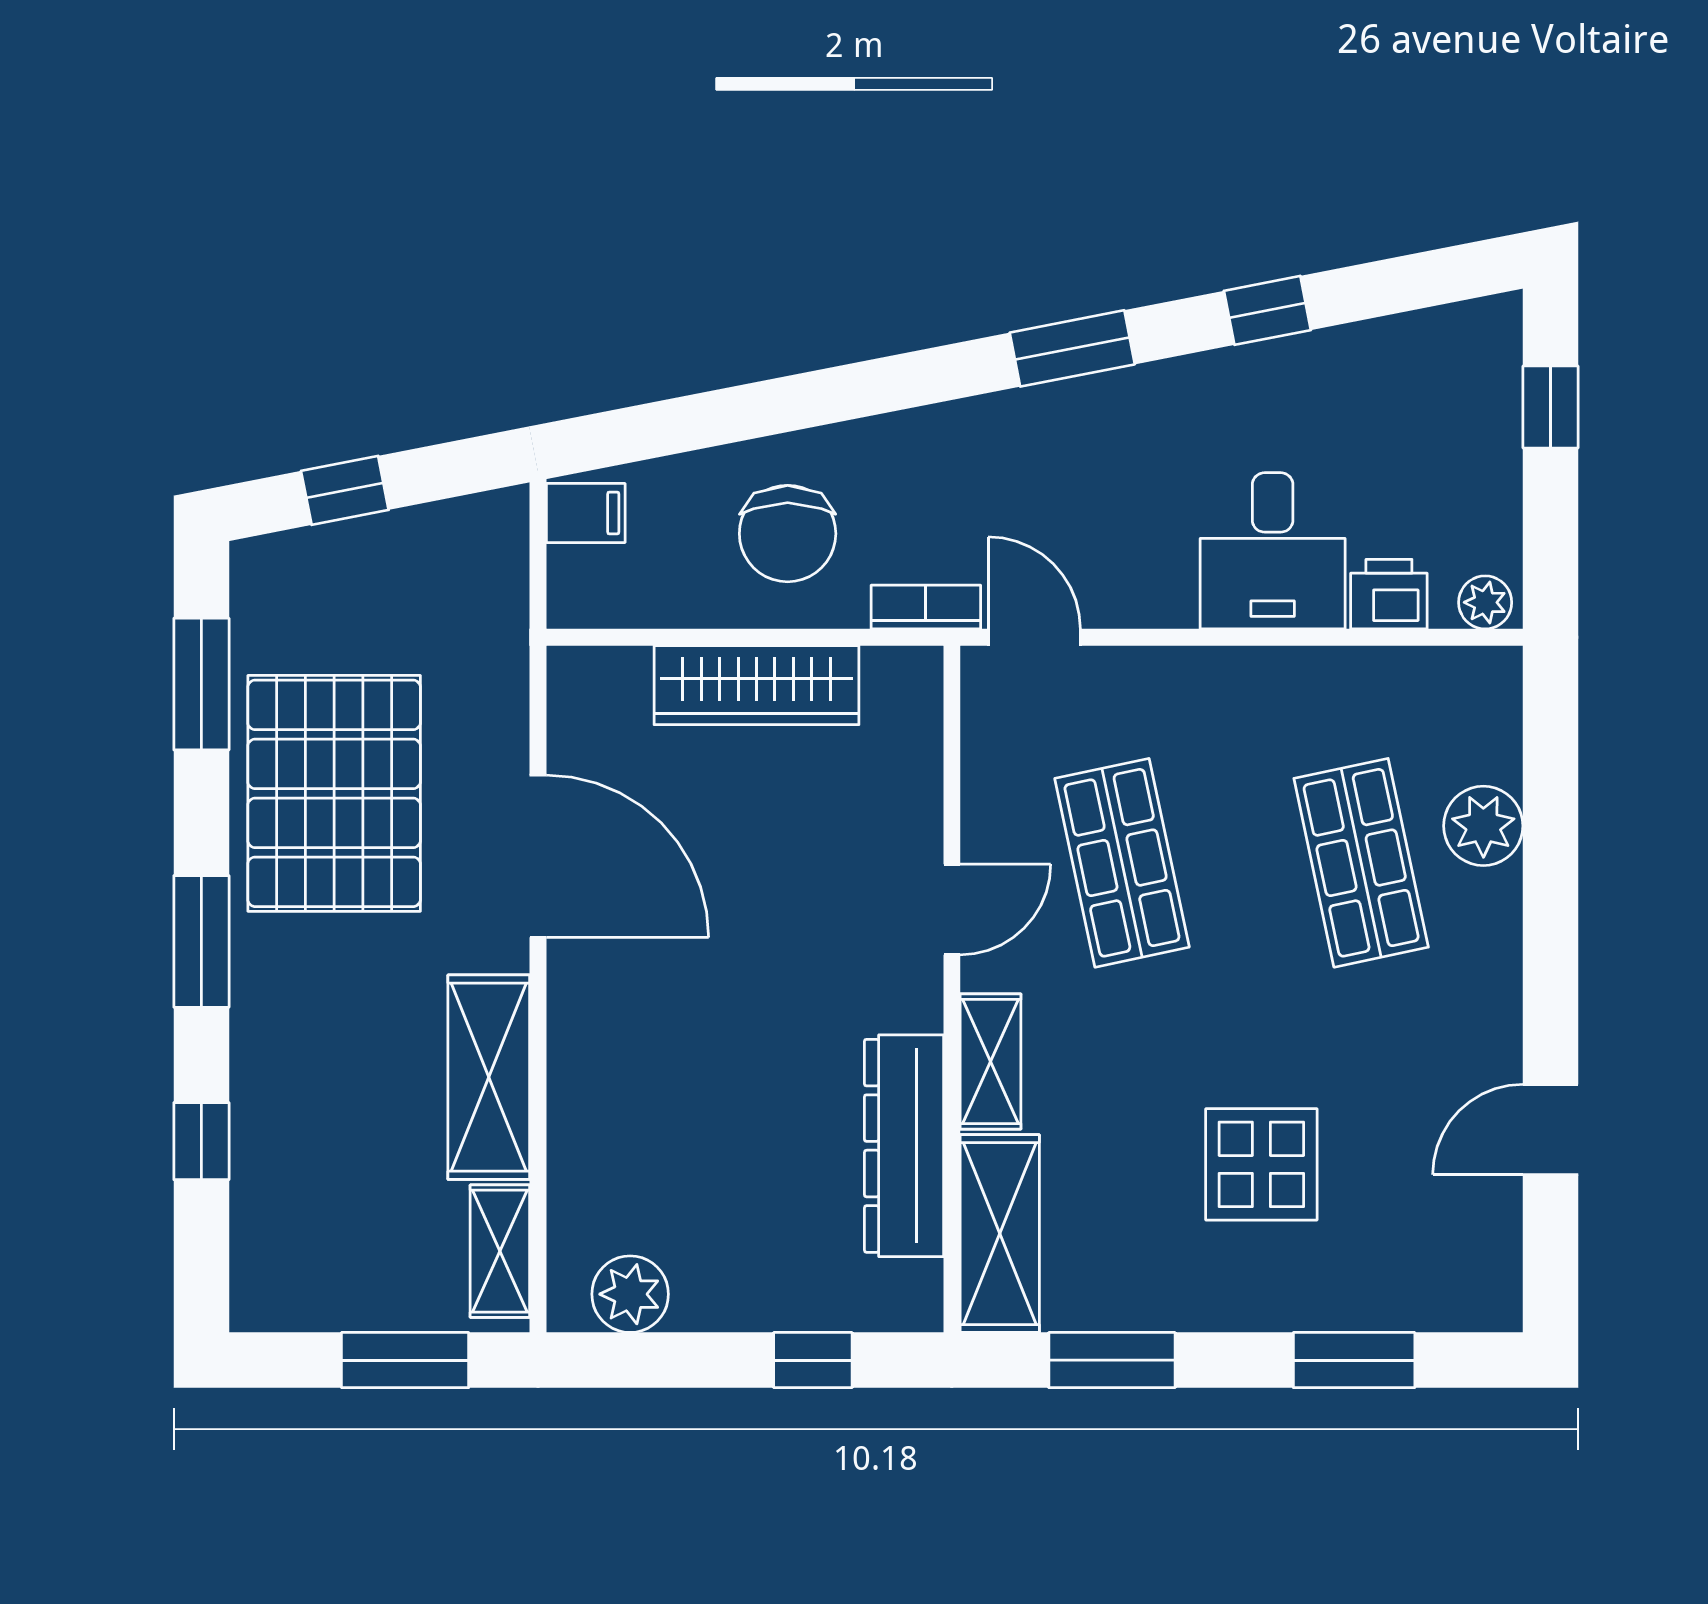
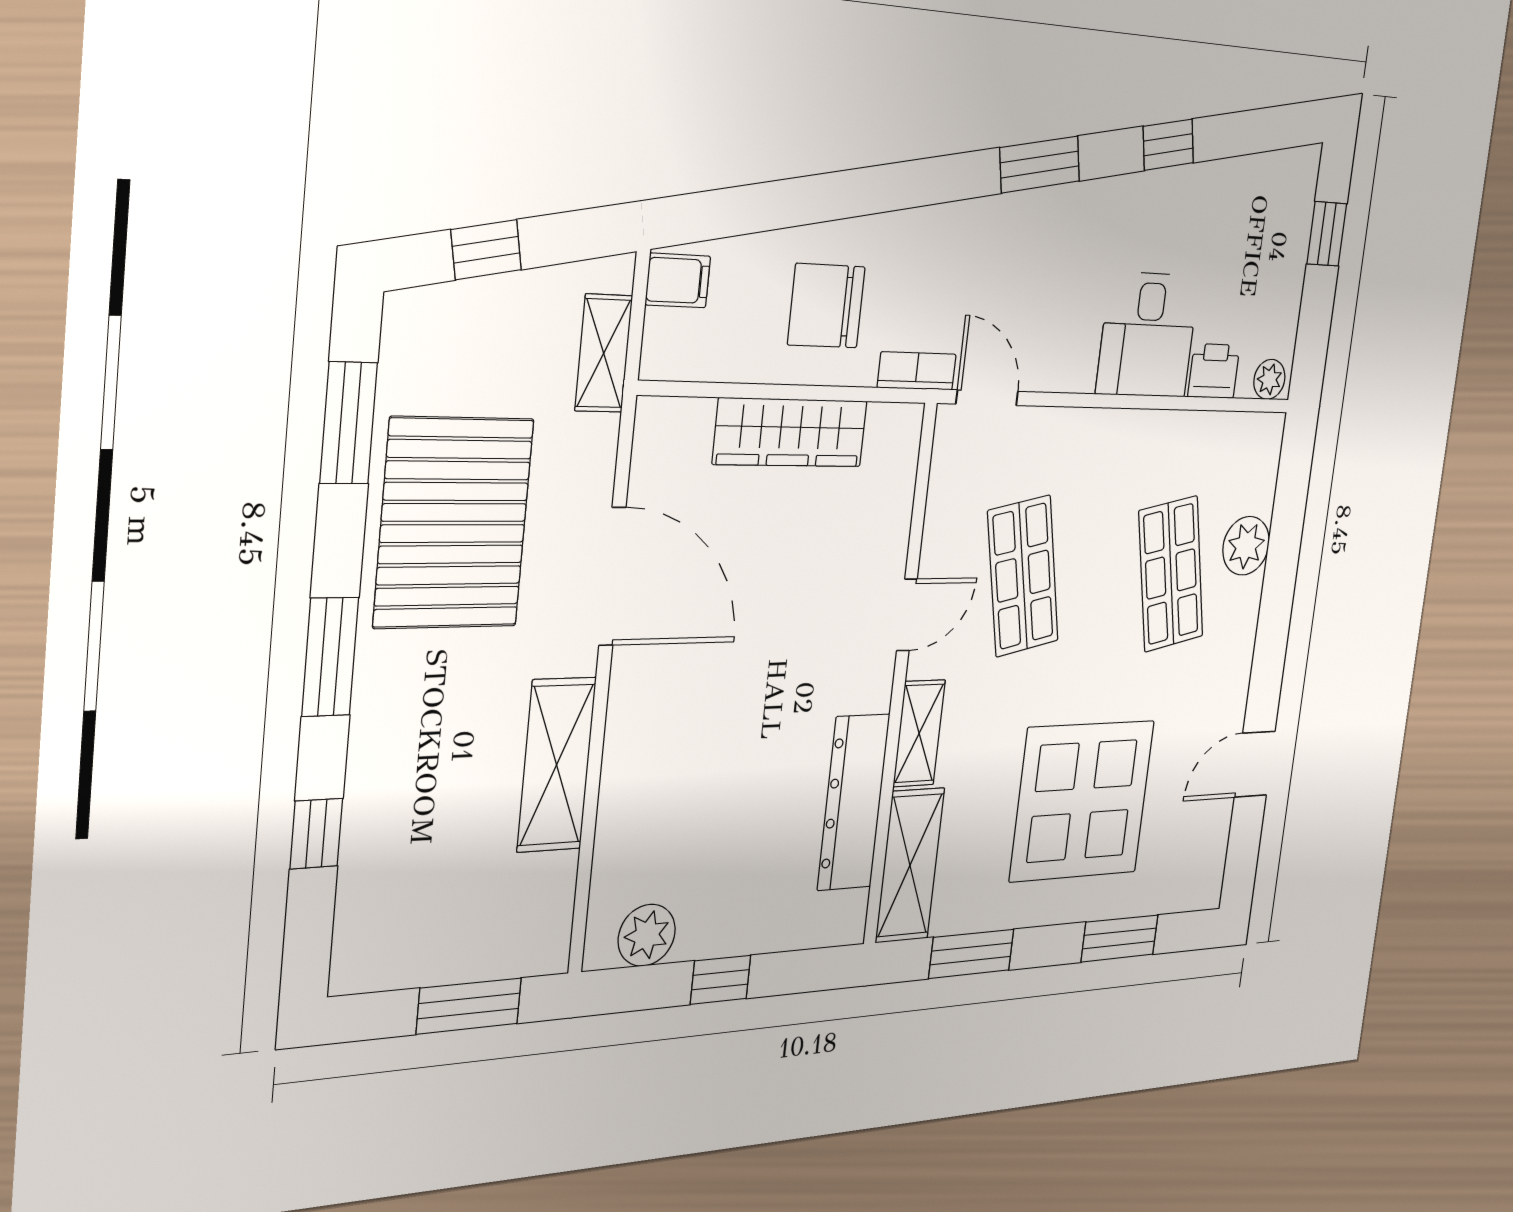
chair: (788, 534) -> (826, 306), turned 90
display table: (1261, 1164) -> (1082, 801), width x1.86, depth x1.86
shelving: (500, 1251) -> (604, 353), moved
window: (813, 1360) -> (721, 980), moved

